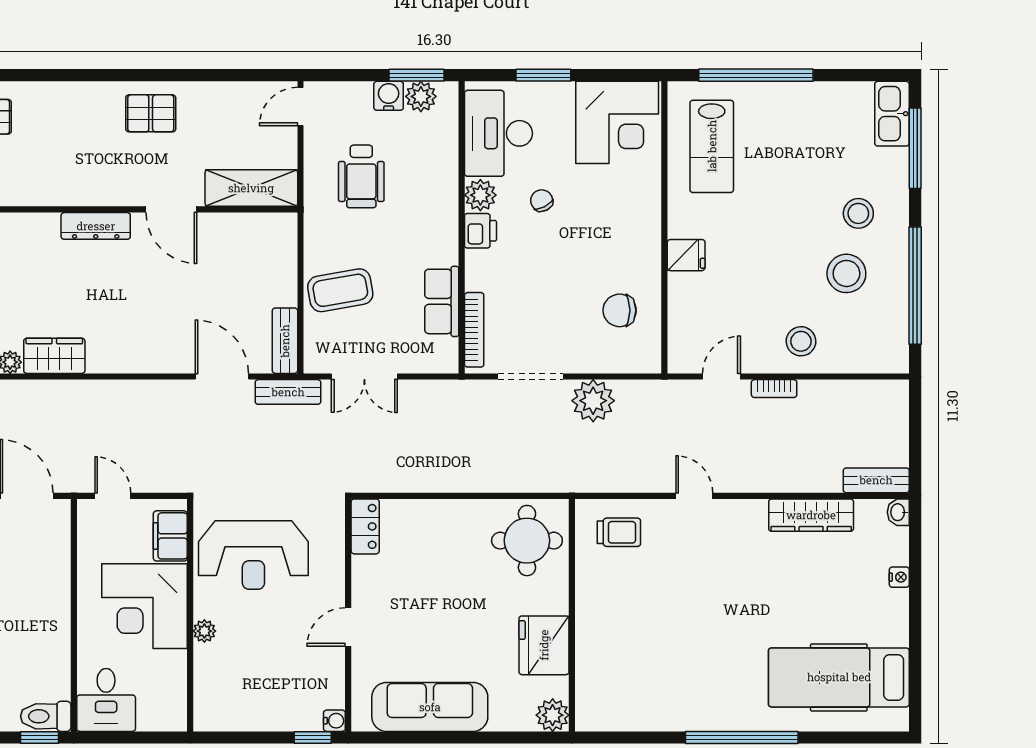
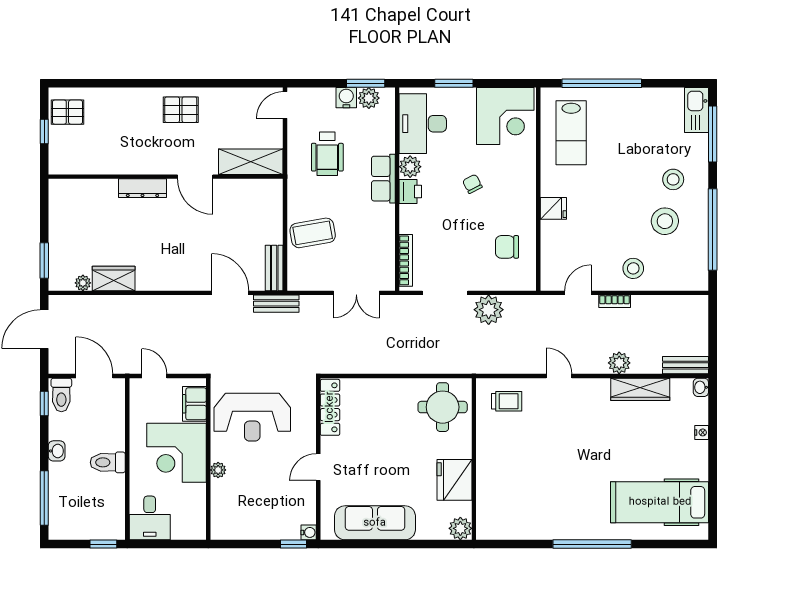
chair: (542, 201) -> (472, 184), moved
row of seats: (442, 301) -> (383, 179), moved
double door: (364, 377) -> (356, 293), moved
plant: (781, 477) -> (619, 363), added
locker: (365, 526) -> (330, 407), width x1.53
toilet: (46, 716) -> (108, 462), moved

